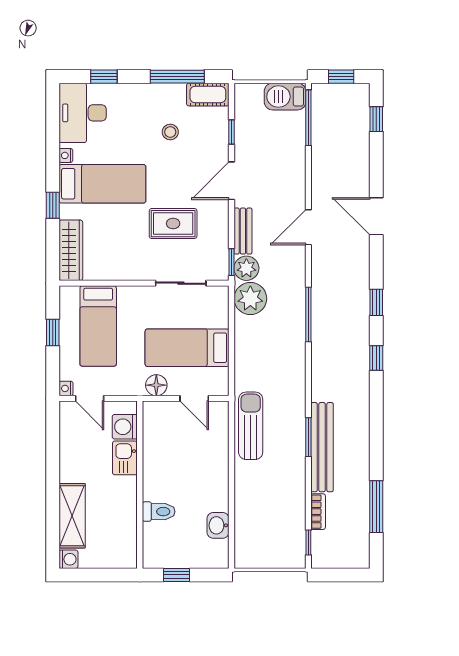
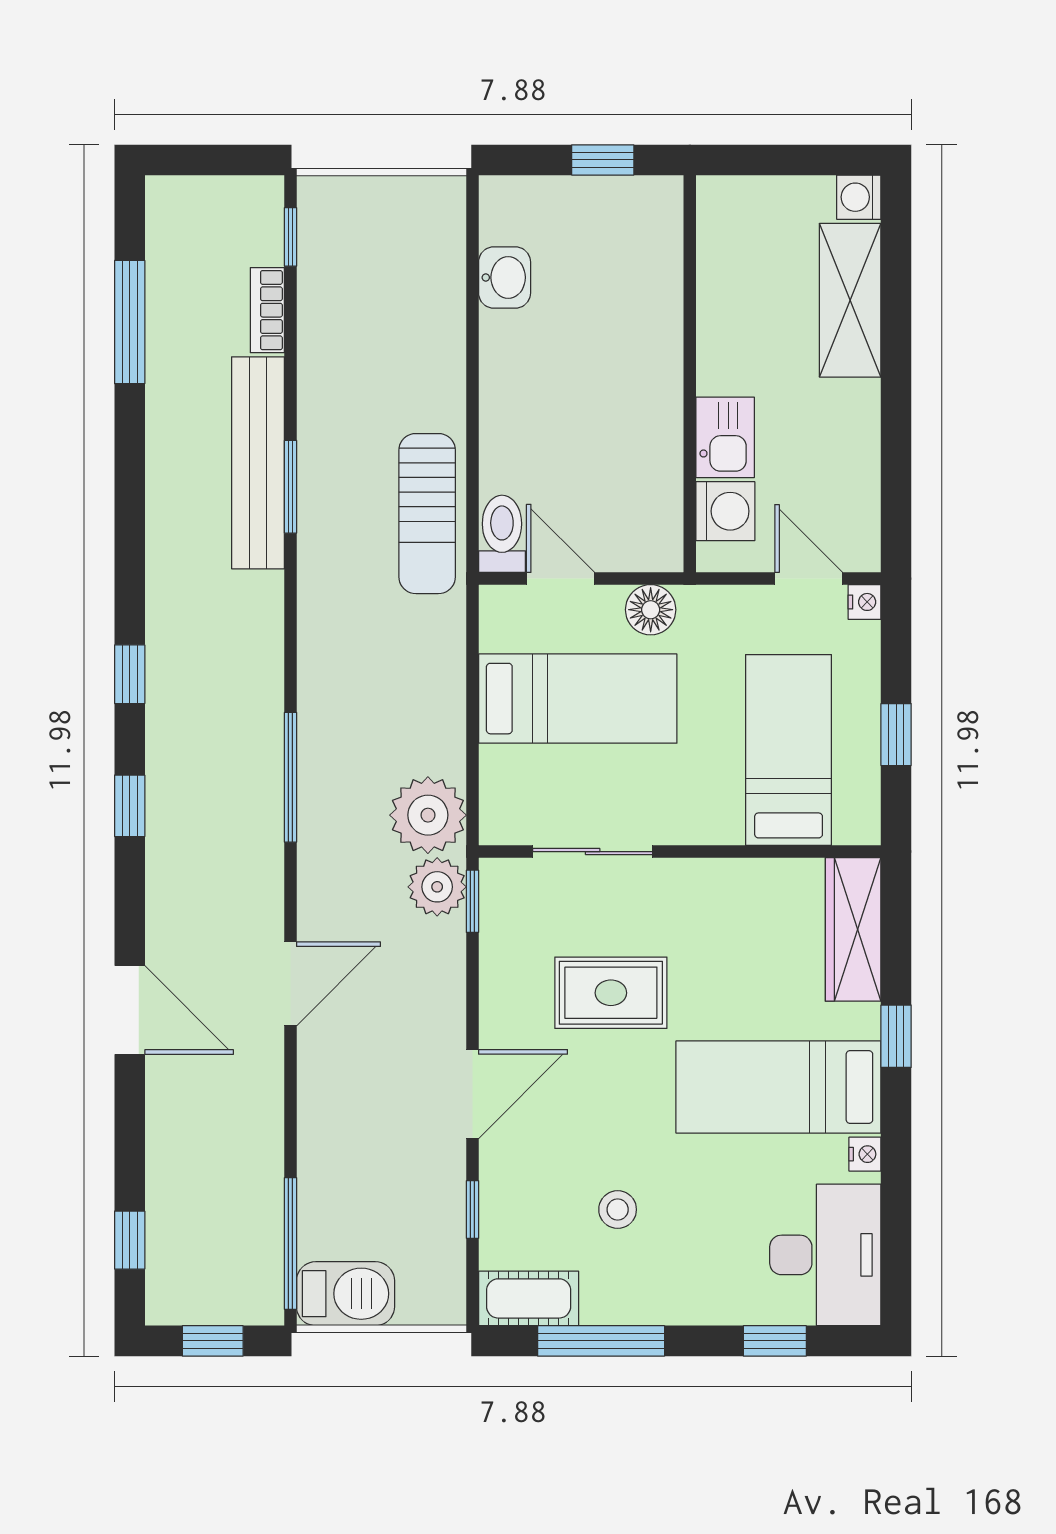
bench: (243, 231) -> (445, 975), removed
toilet: (159, 512) -> (502, 534), moved, turned 90

